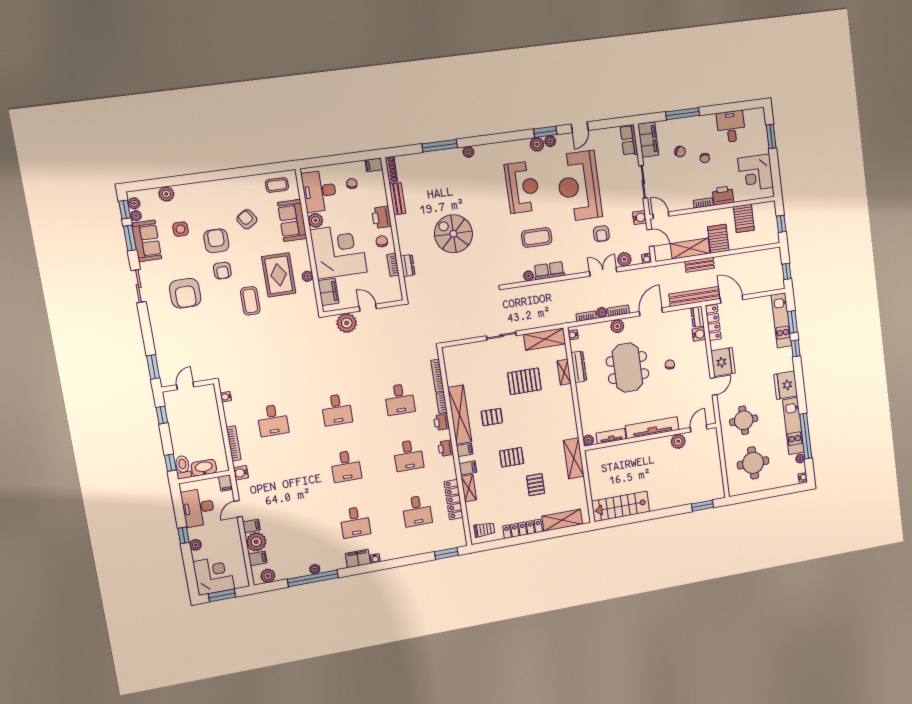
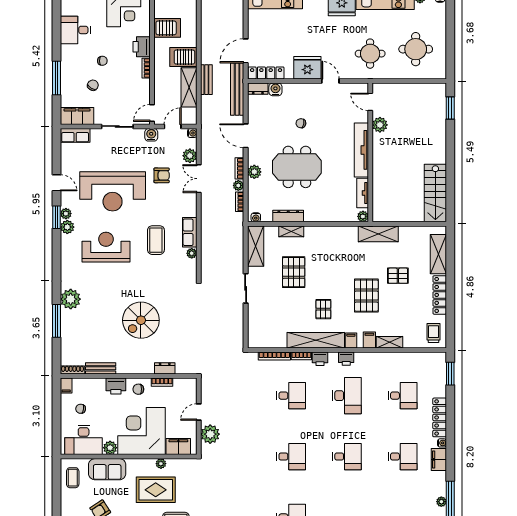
plant: (468, 152) -> (71, 299), width x1.87, depth x1.87
desk: (408, 455) -> (347, 396), width x1.37
pallet: (512, 457) -> (366, 296), width x1.50, depth x1.42
locker: (454, 500) -> (440, 417), moved, turned 90

